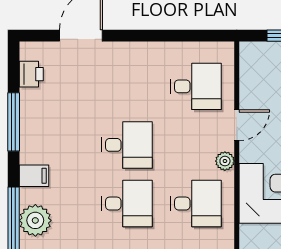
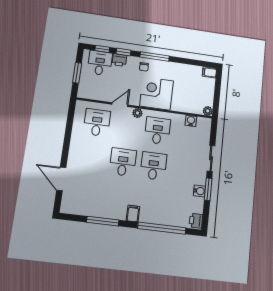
printer: (31, 74) -> (78, 208), removed
door: (237, 125) -> (120, 105), hinge flipped
plant: (35, 220) -> (157, 216), removed

